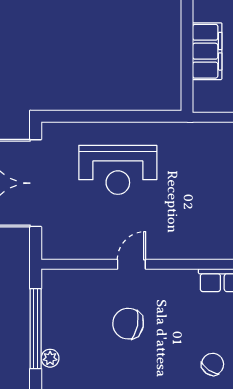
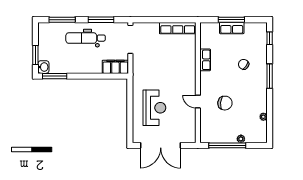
filing cabinet: (207, 51) -> (115, 67), moved
chair: (128, 324) -> (225, 103), turned -95

